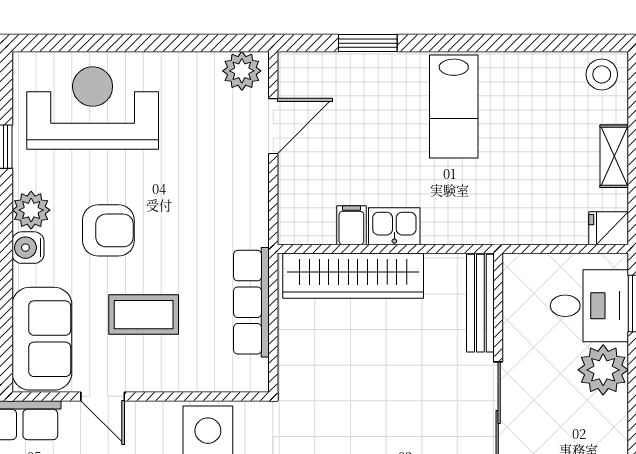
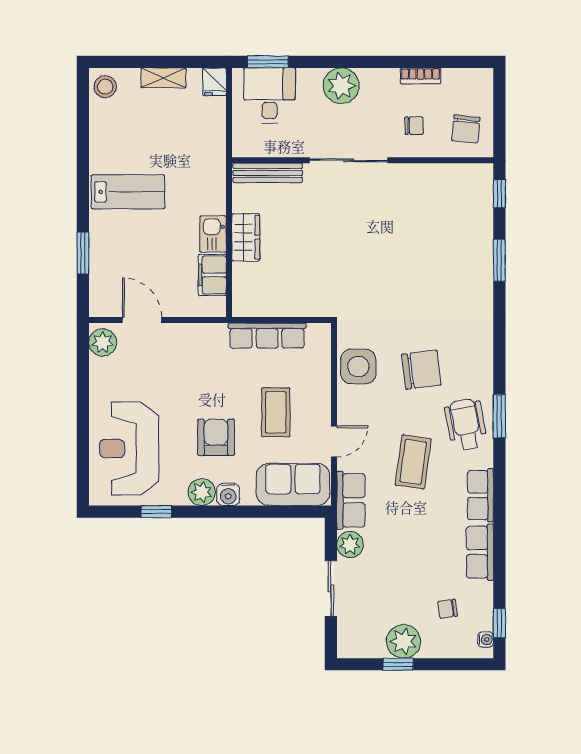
filing cabinet: (351, 225) -> (212, 275), width x2.00
wardrobe: (353, 276) -> (246, 237), width x0.48, depth x0.85
plant: (603, 370) -> (341, 86), moved

